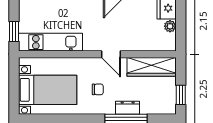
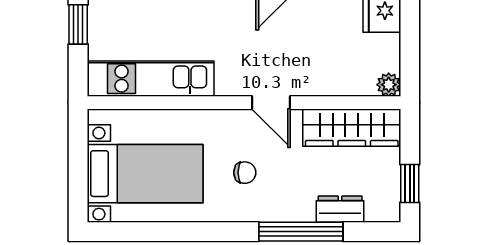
plant: (170, 26) -> (389, 85), moved
window: (14, 31) -> (78, 24), moved
dresser: (128, 108) -> (340, 209), moved

